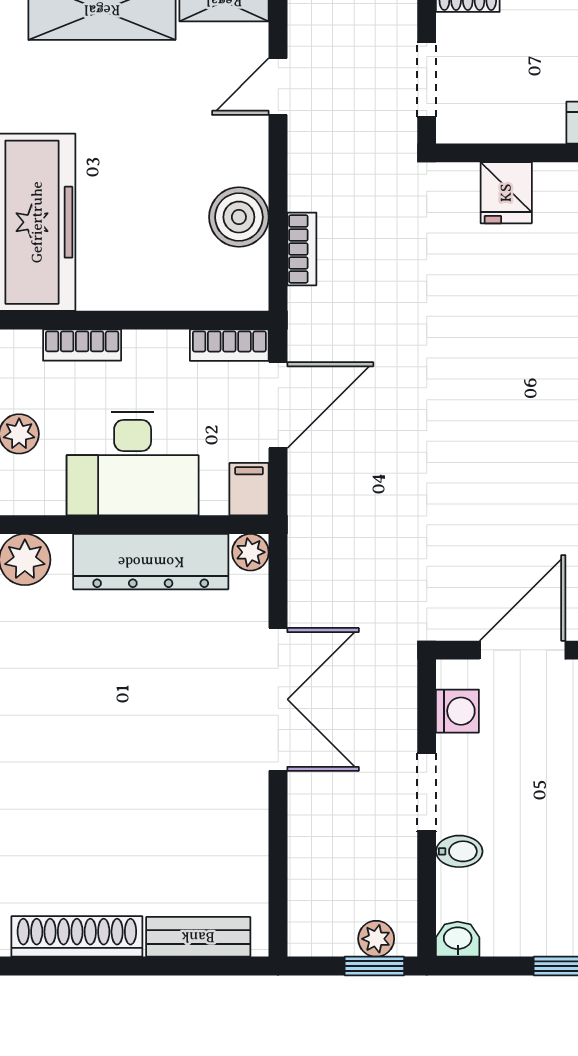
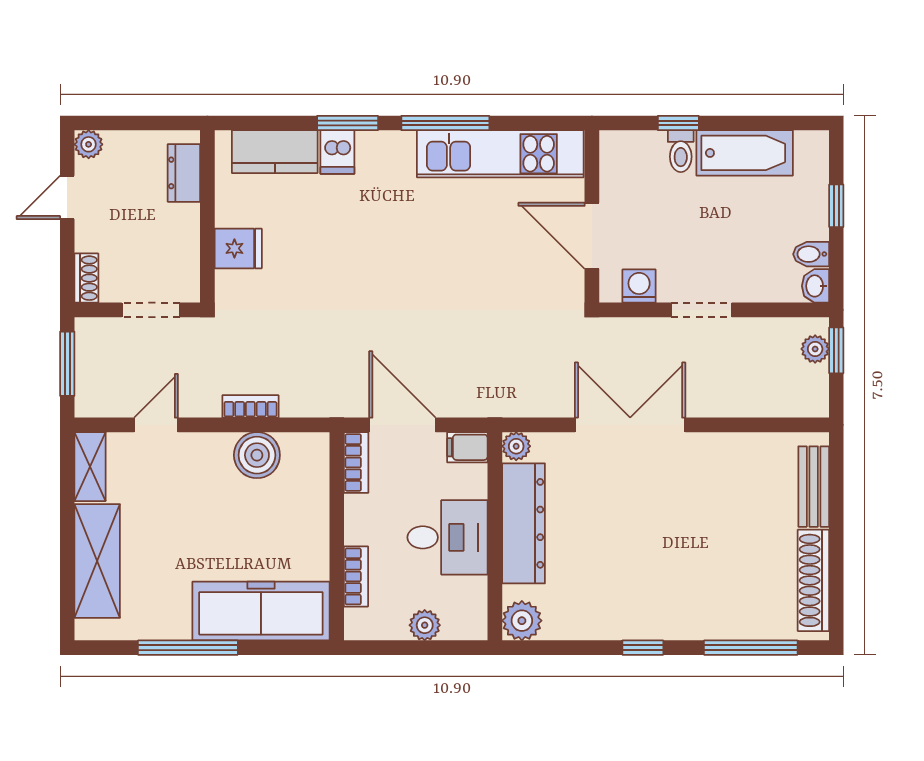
door: (278, 87) -> (156, 425), swing flipped
bookcase: (302, 249) -> (250, 406), moved
desk: (133, 463) -> (448, 537), width x0.73
bidet: (459, 851) -> (811, 254), moved, turned -90

